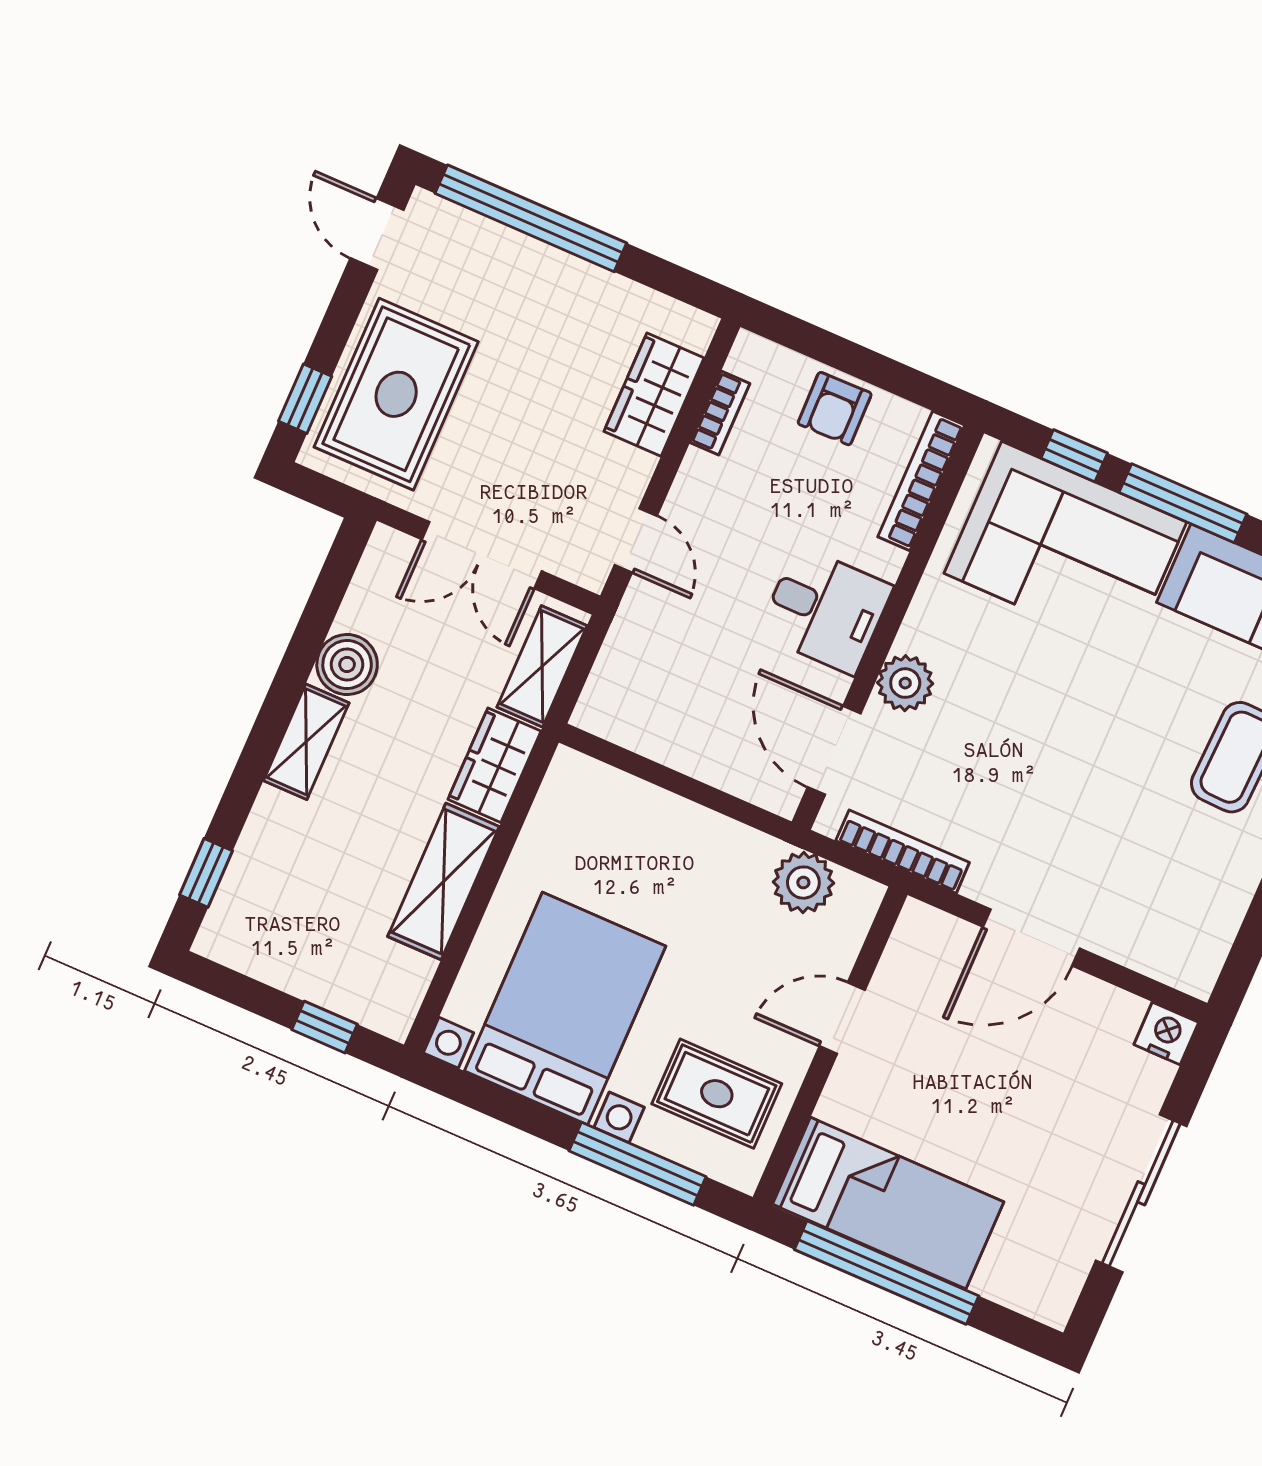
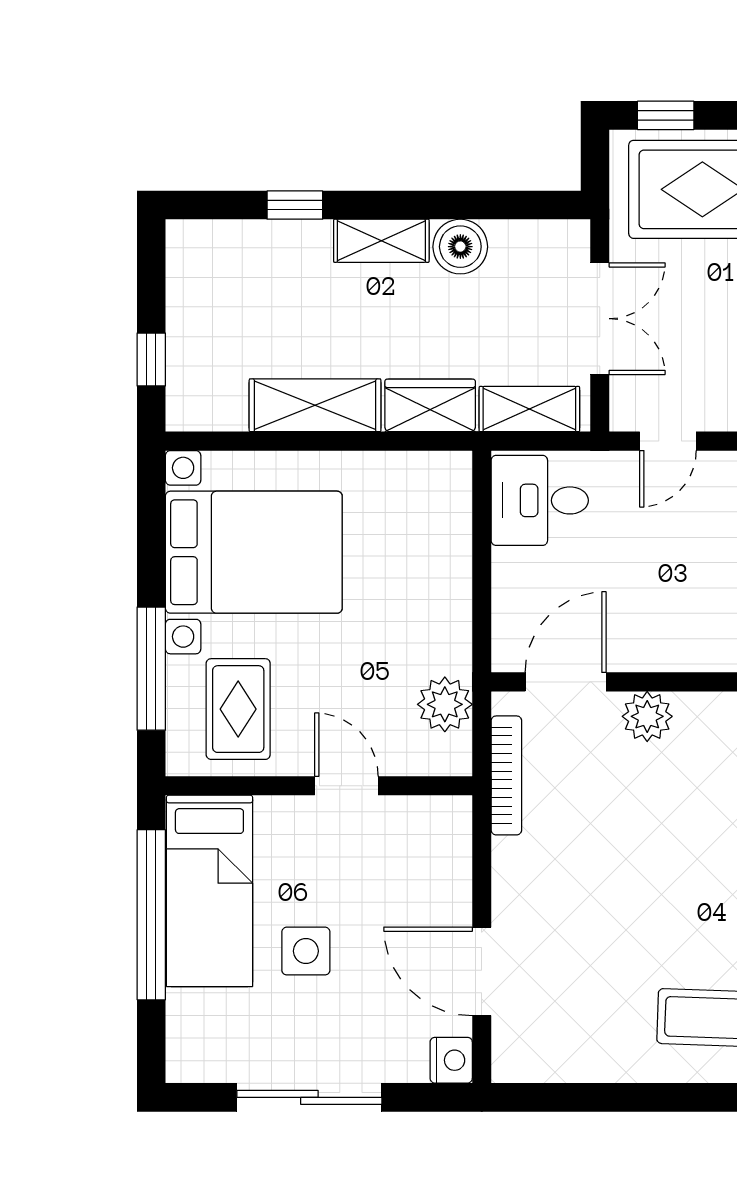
double door: (482, 555) -> (600, 319), swing flipped
desk: (826, 610) -> (540, 500), moved, turned 90
window: (206, 873) -> (295, 205), moved
door: (1031, 938) -> (482, 971), moved
side table: (992, 1132) -> (306, 951), added

